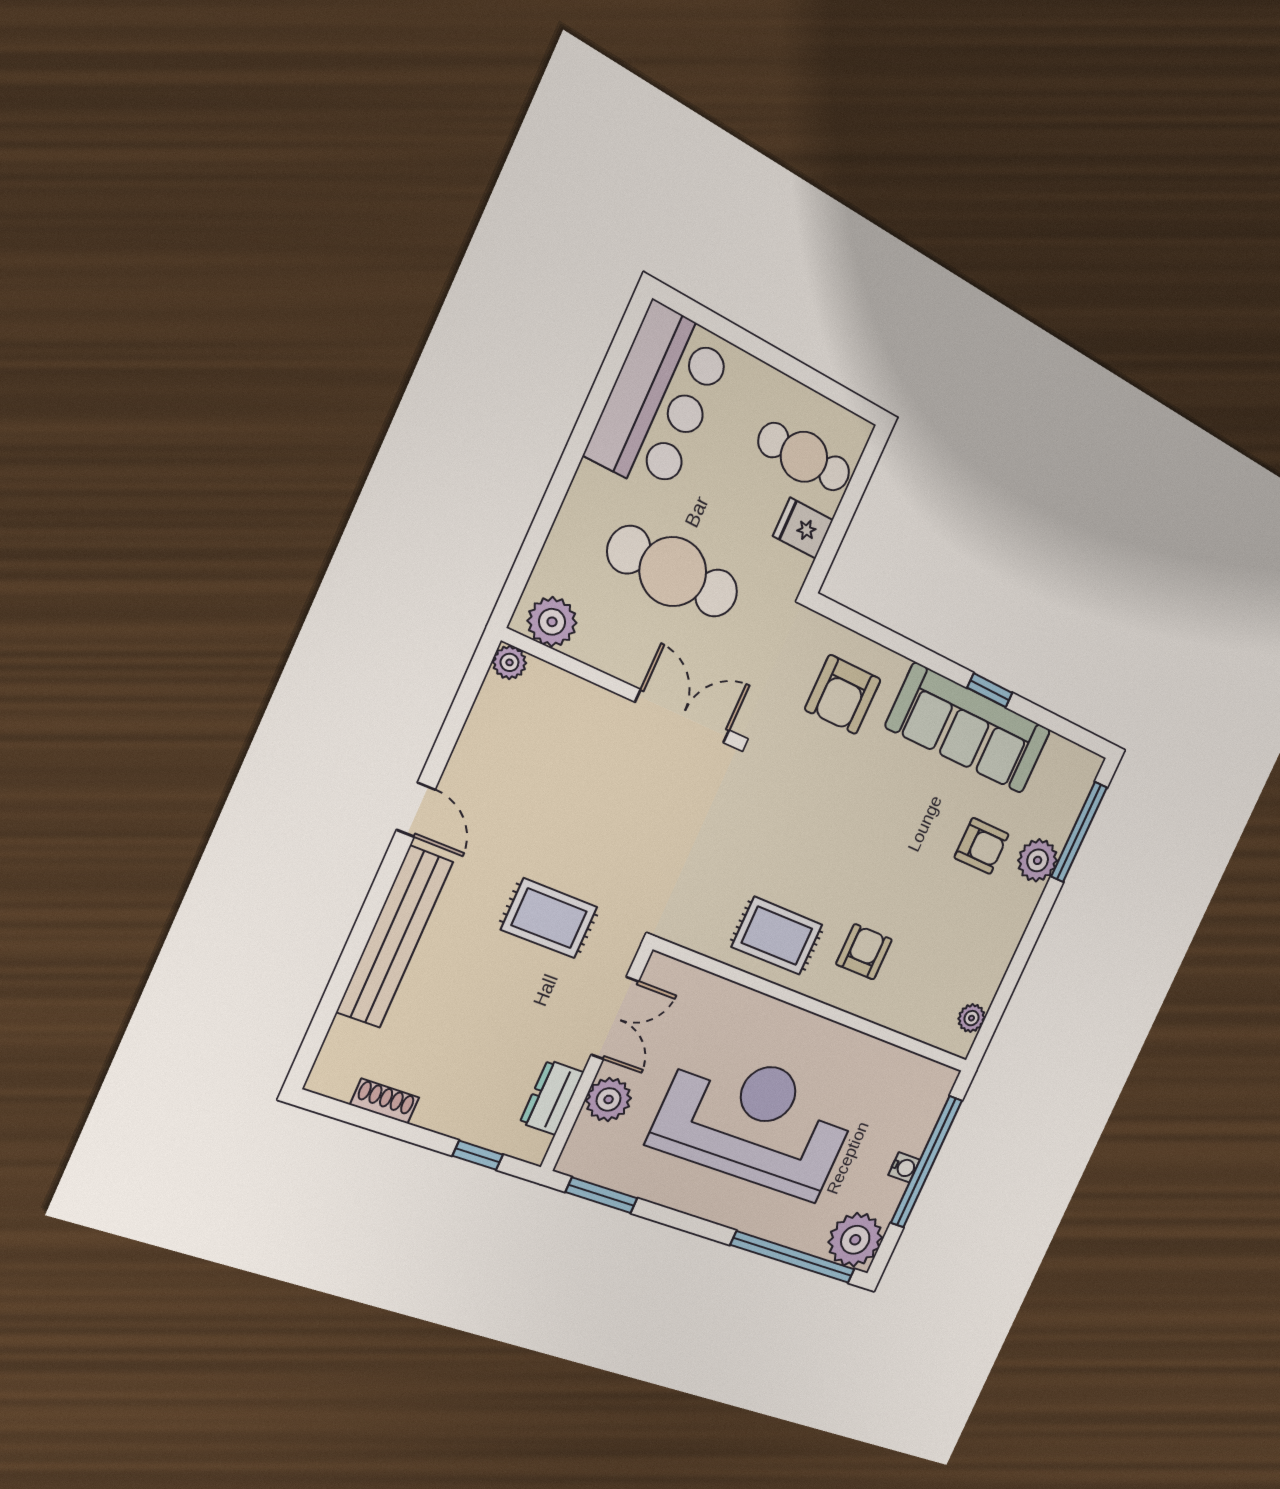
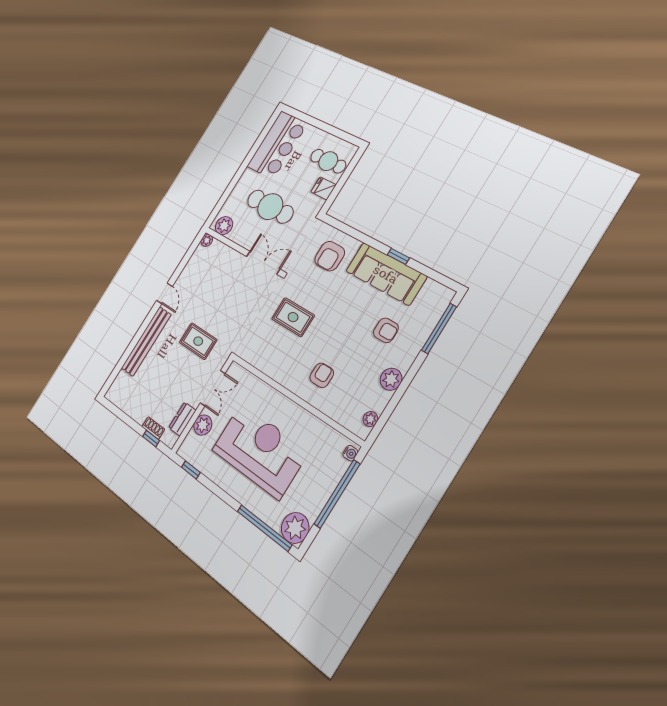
plant: (1038, 860) -> (391, 379), moved
rug: (777, 936) -> (293, 317), moved
shoe rack: (385, 1101) -> (153, 428), moved
water cooler: (904, 1167) -> (350, 453), moved
window: (602, 1195) -> (191, 470), width x0.67

